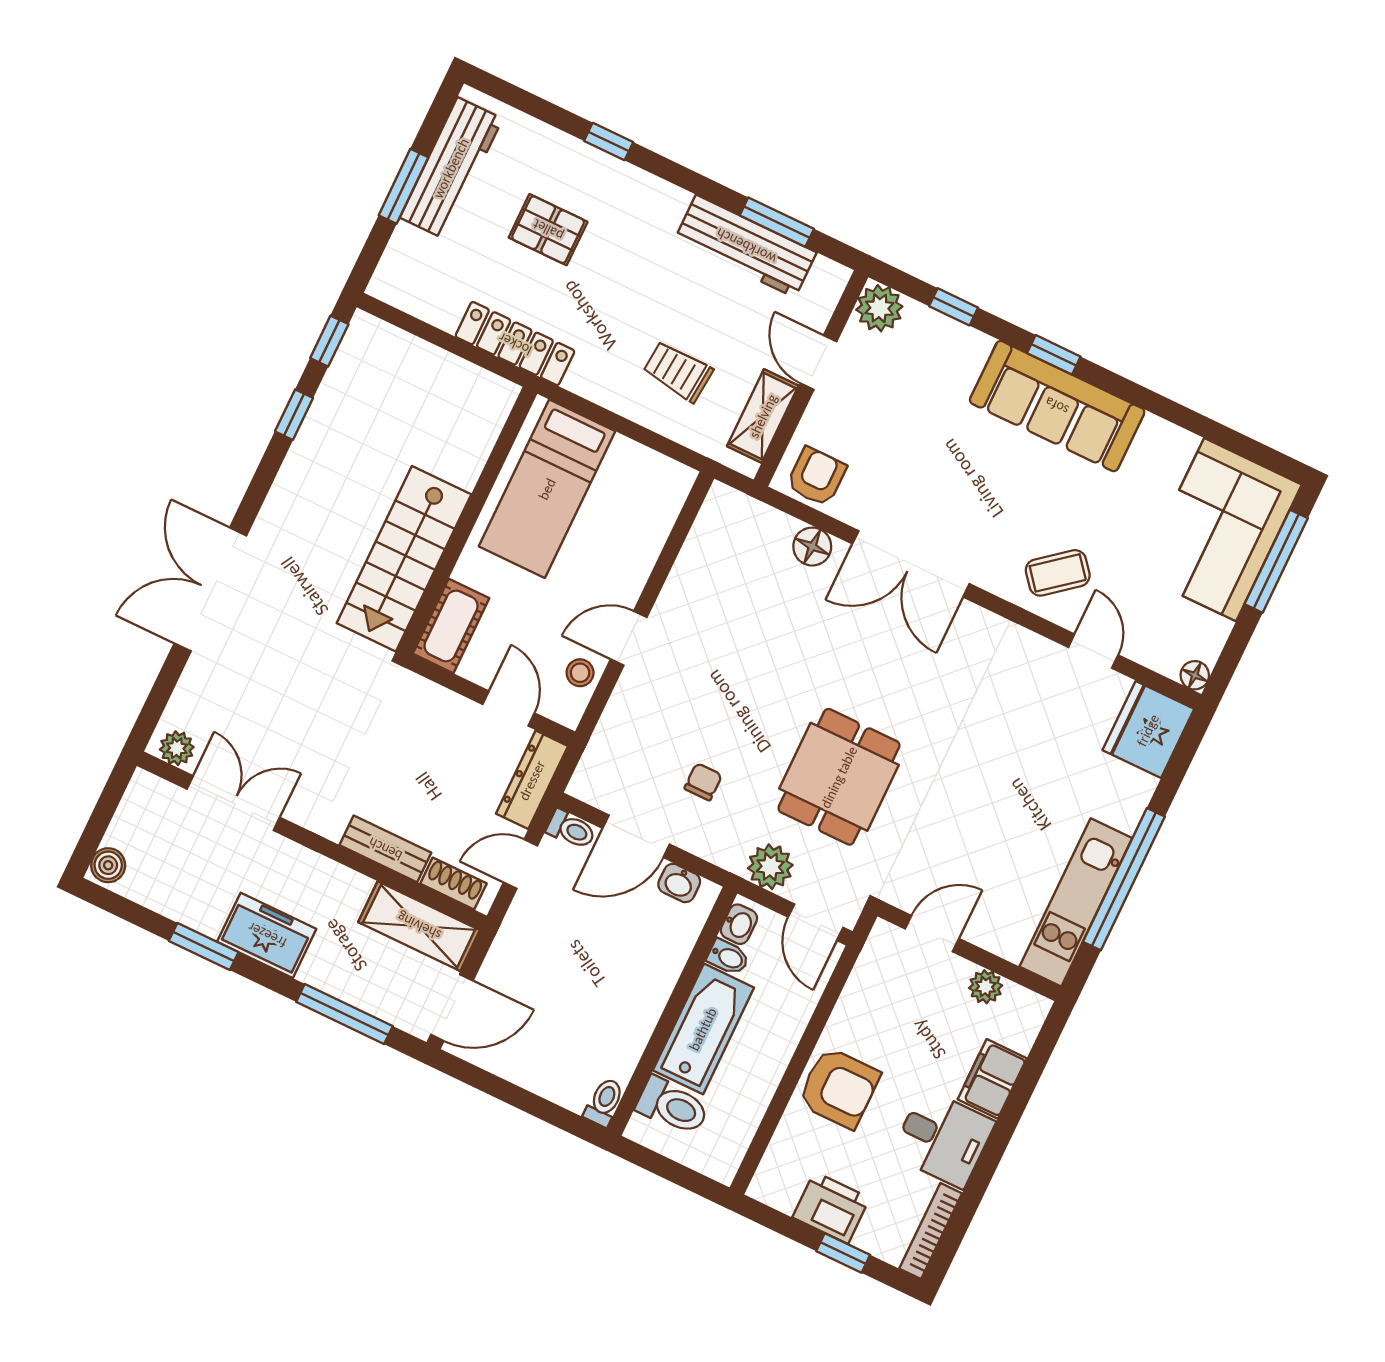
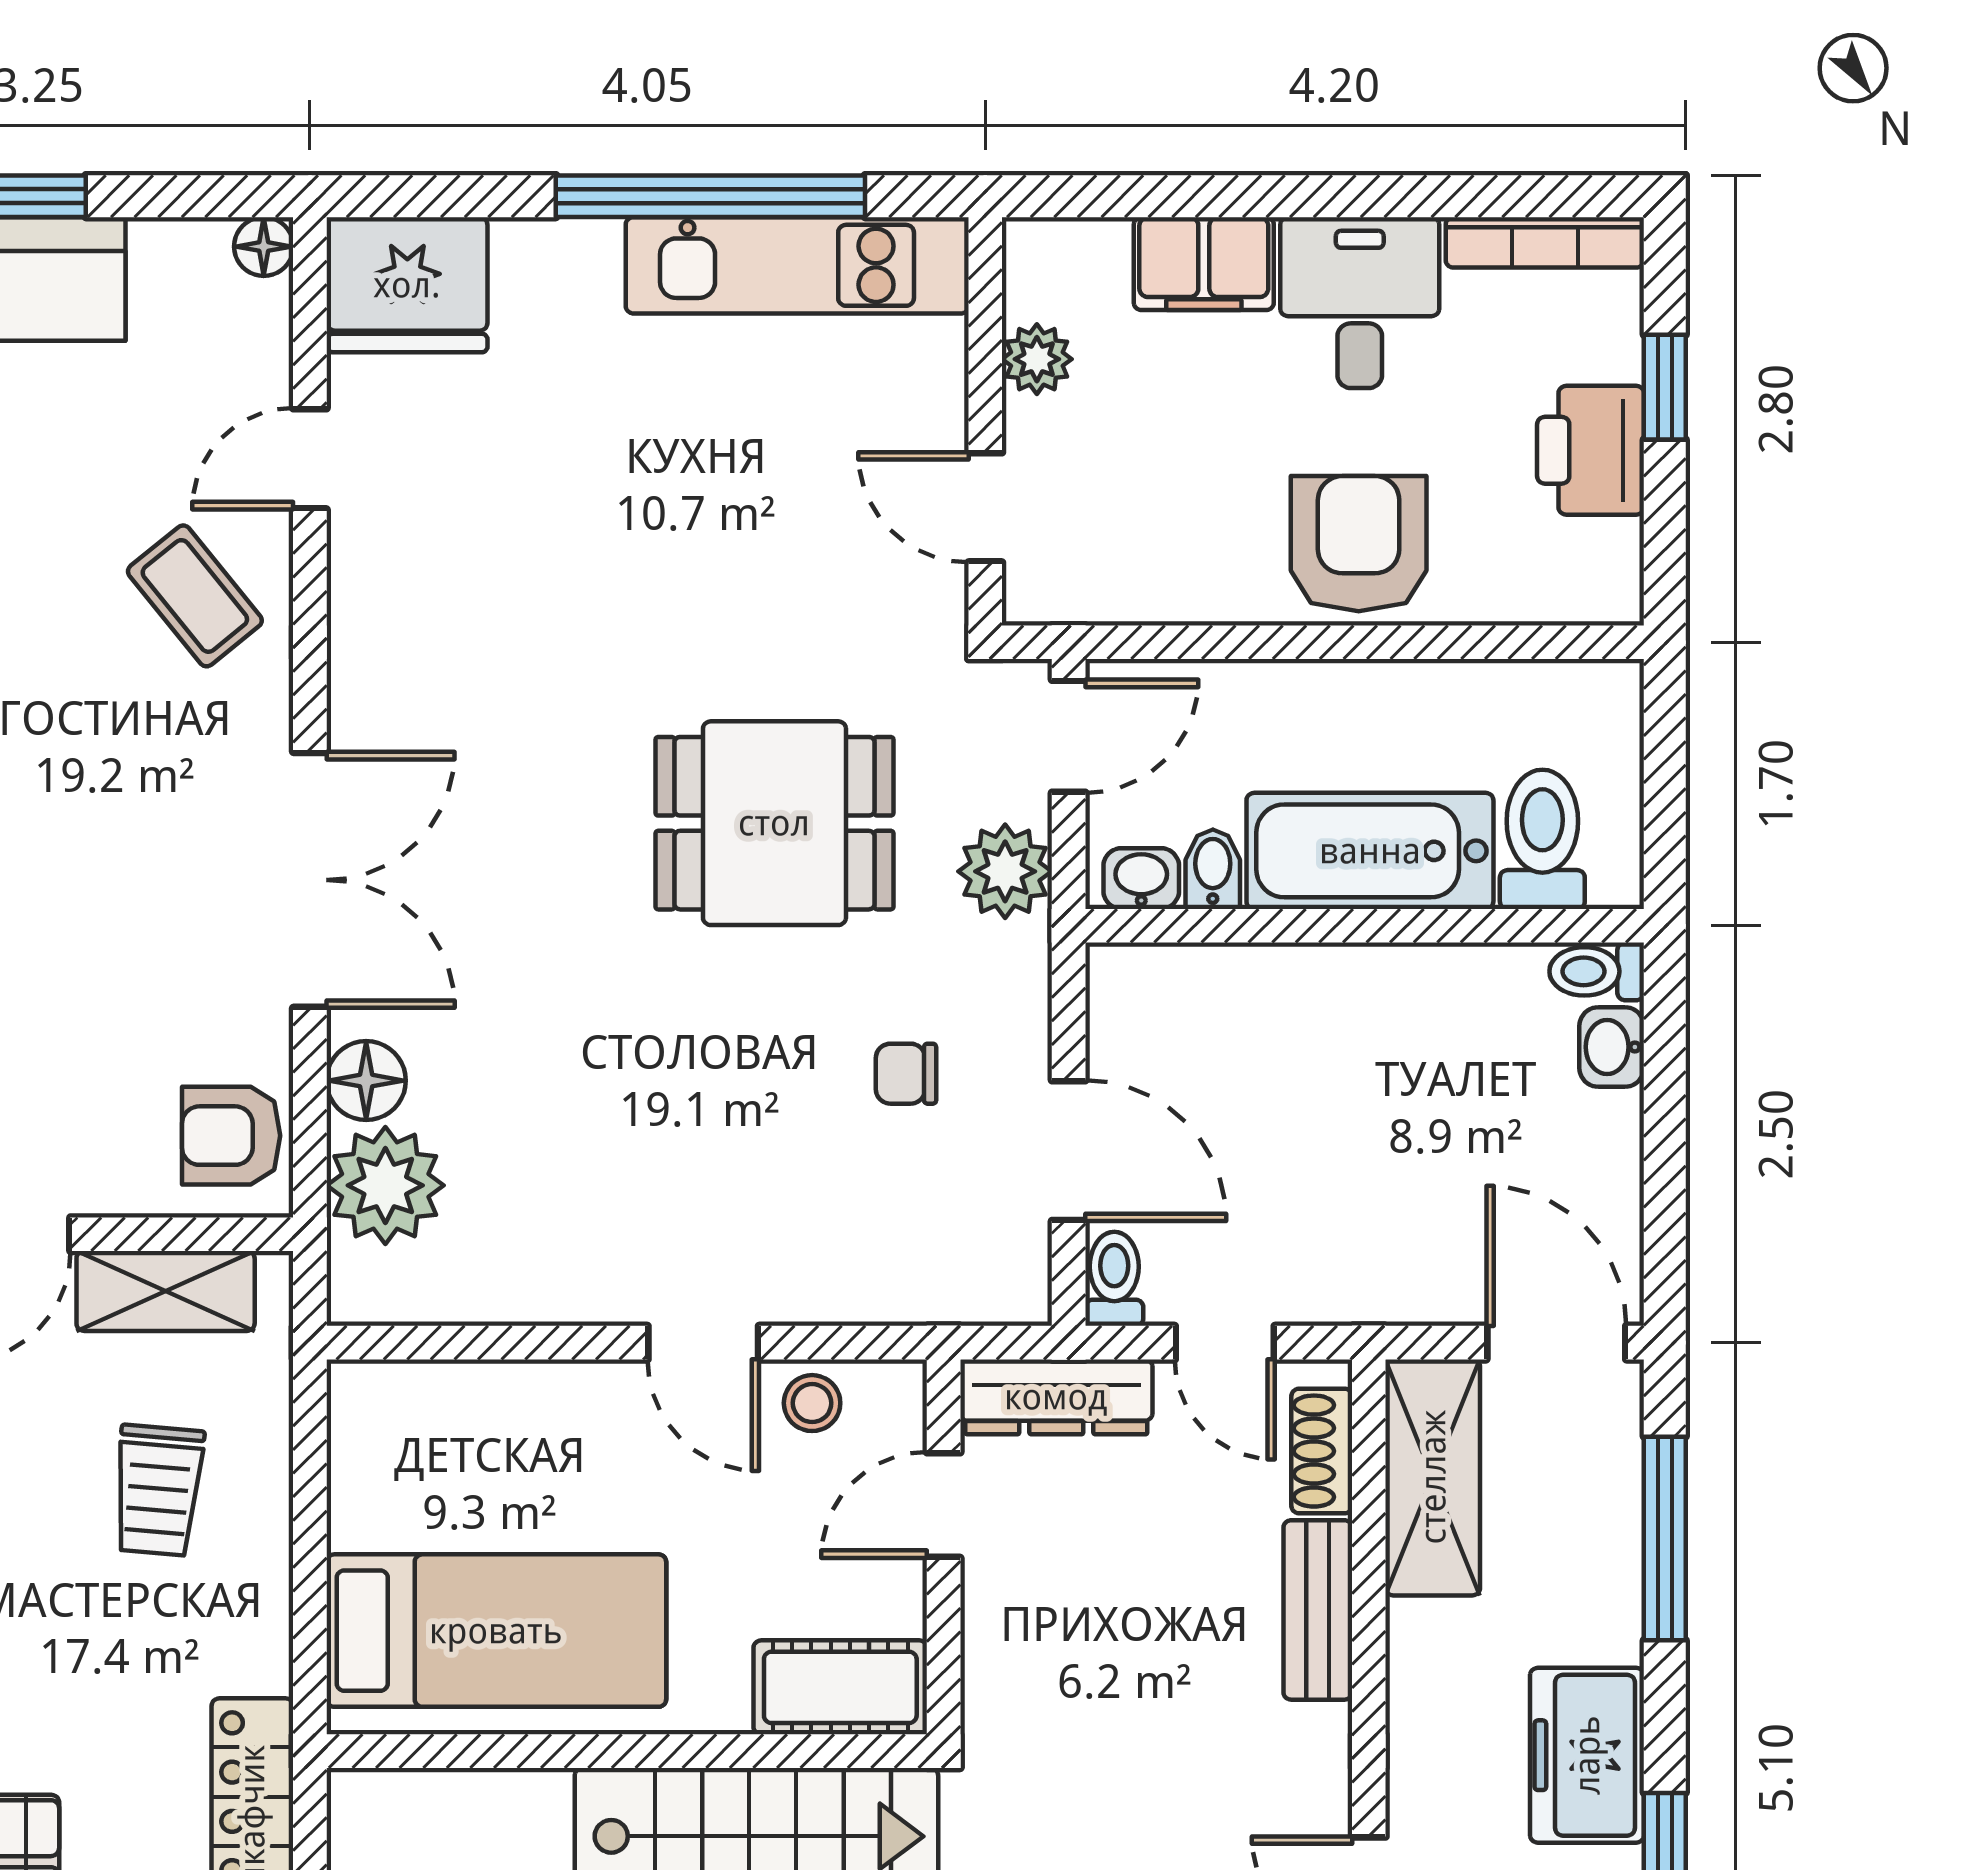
plant: (763, 533) -> (385, 1185), added
washbasin: (679, 883) -> (1612, 1047), moved, turned 180

